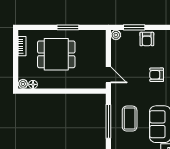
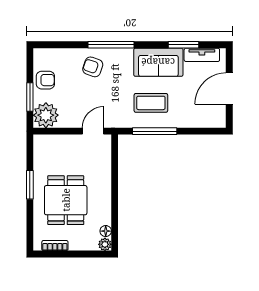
plant: (116, 35) -> (46, 115), width x1.88, depth x1.88
armchair: (157, 75) -> (93, 67), turned 109

